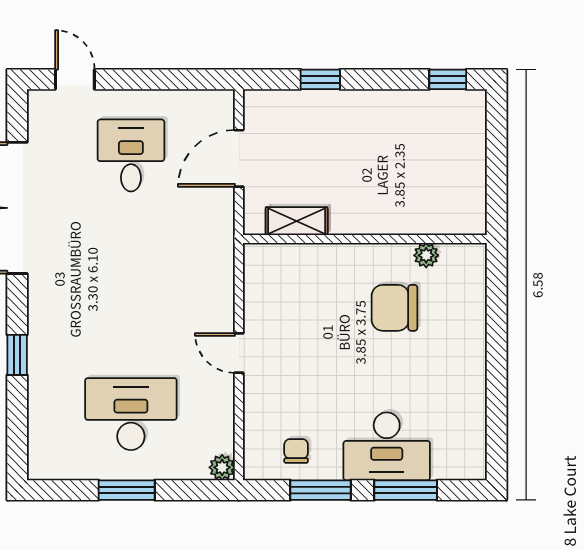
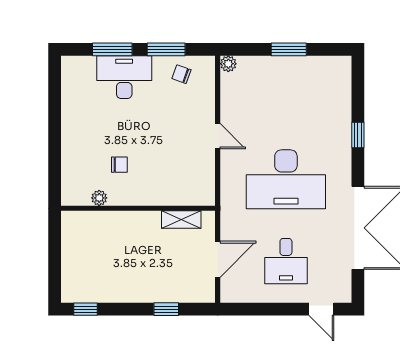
chair: (394, 308) -> (119, 165), width x0.54, depth x0.54
desk: (131, 414) -> (286, 179), moved, width x1.36, depth x1.30
chair: (296, 451) -> (181, 74), turned 110

